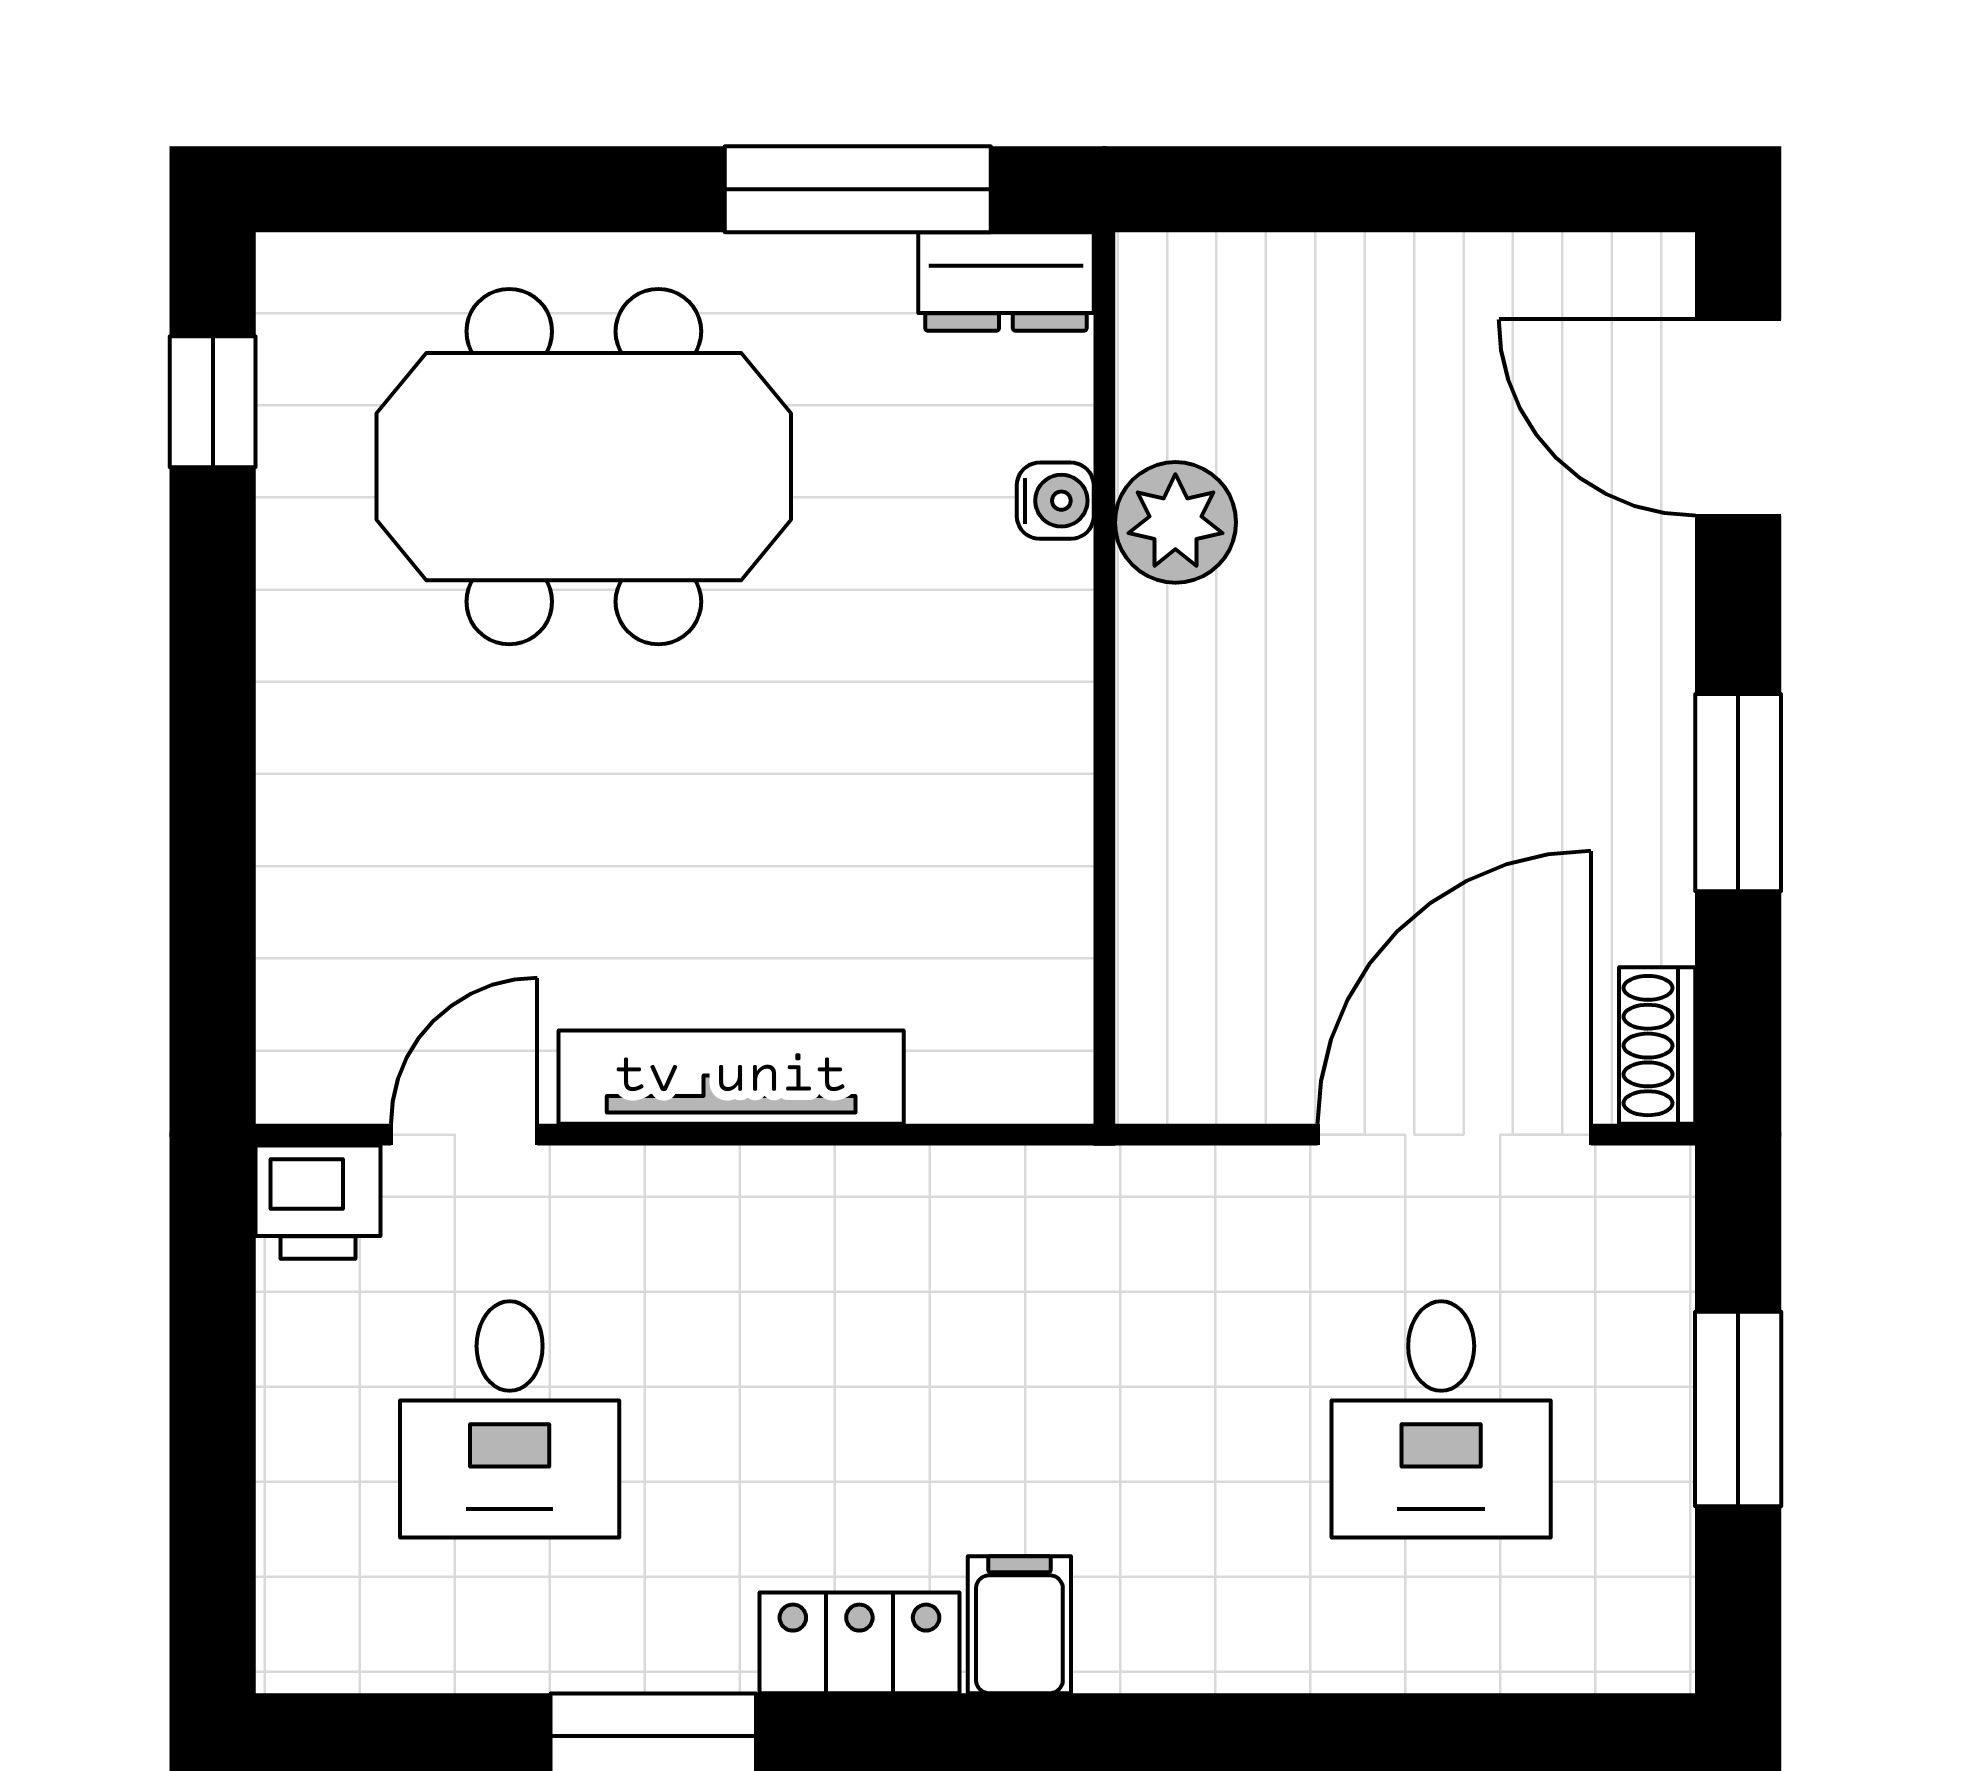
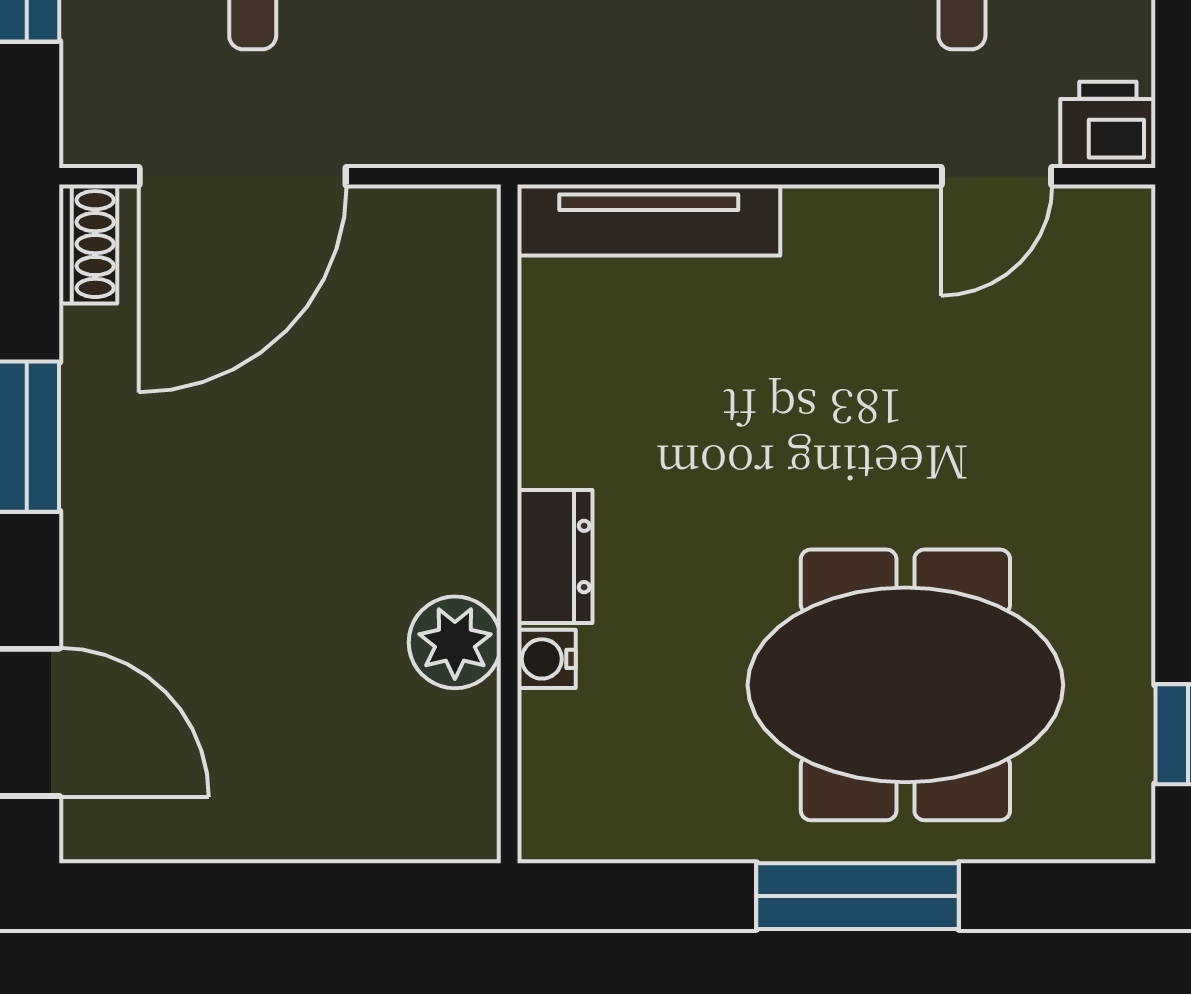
window: (858, 189) -> (858, 896), moved
dresser: (1006, 281) -> (555, 556), moved, turned 90
tv unit: (731, 1077) -> (649, 220), moved

